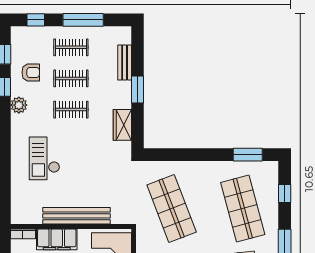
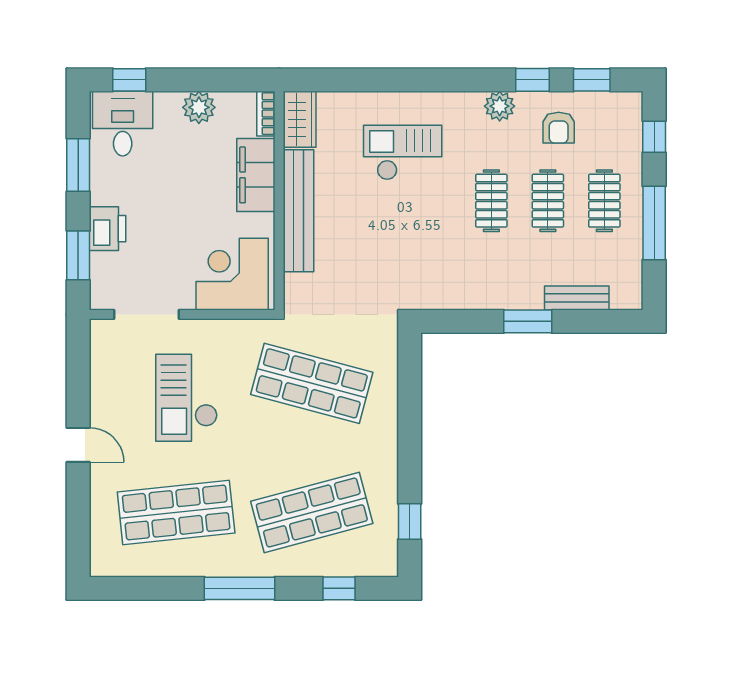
wardrobe: (122, 125) -> (300, 119), moved, turned 90
window: (248, 155) -> (410, 521), width x0.67
shop shelf: (172, 209) -> (312, 383), turned 36

